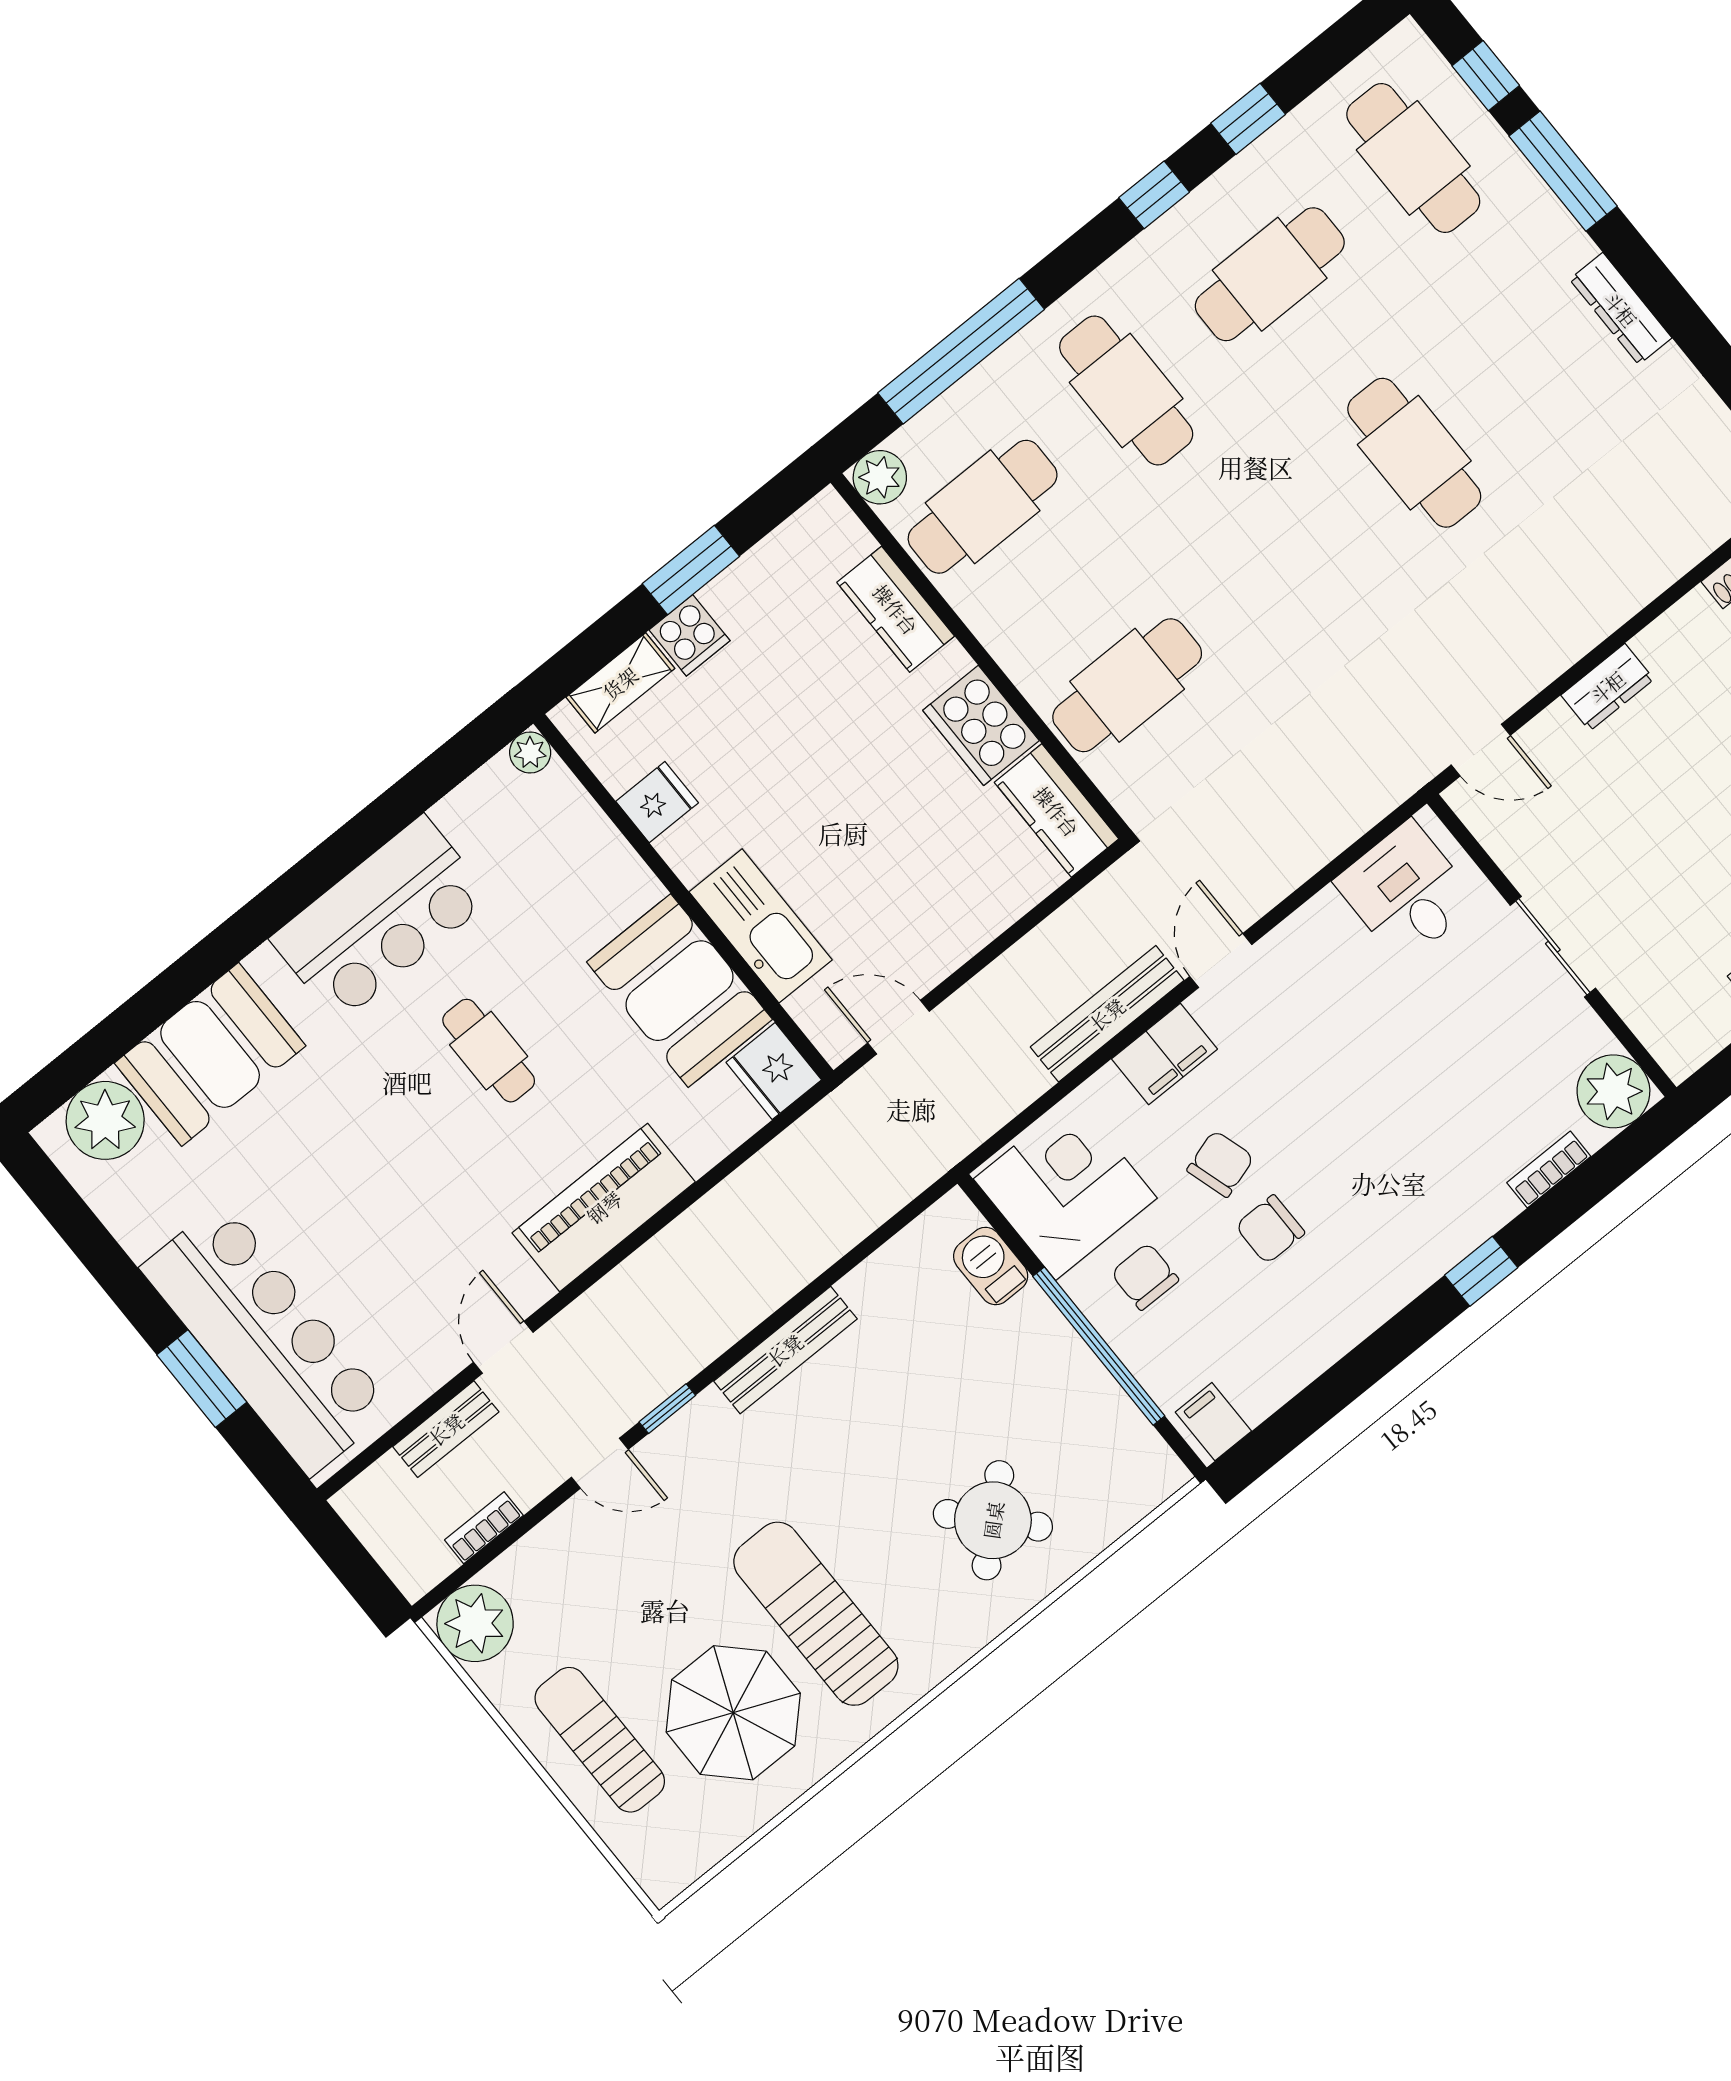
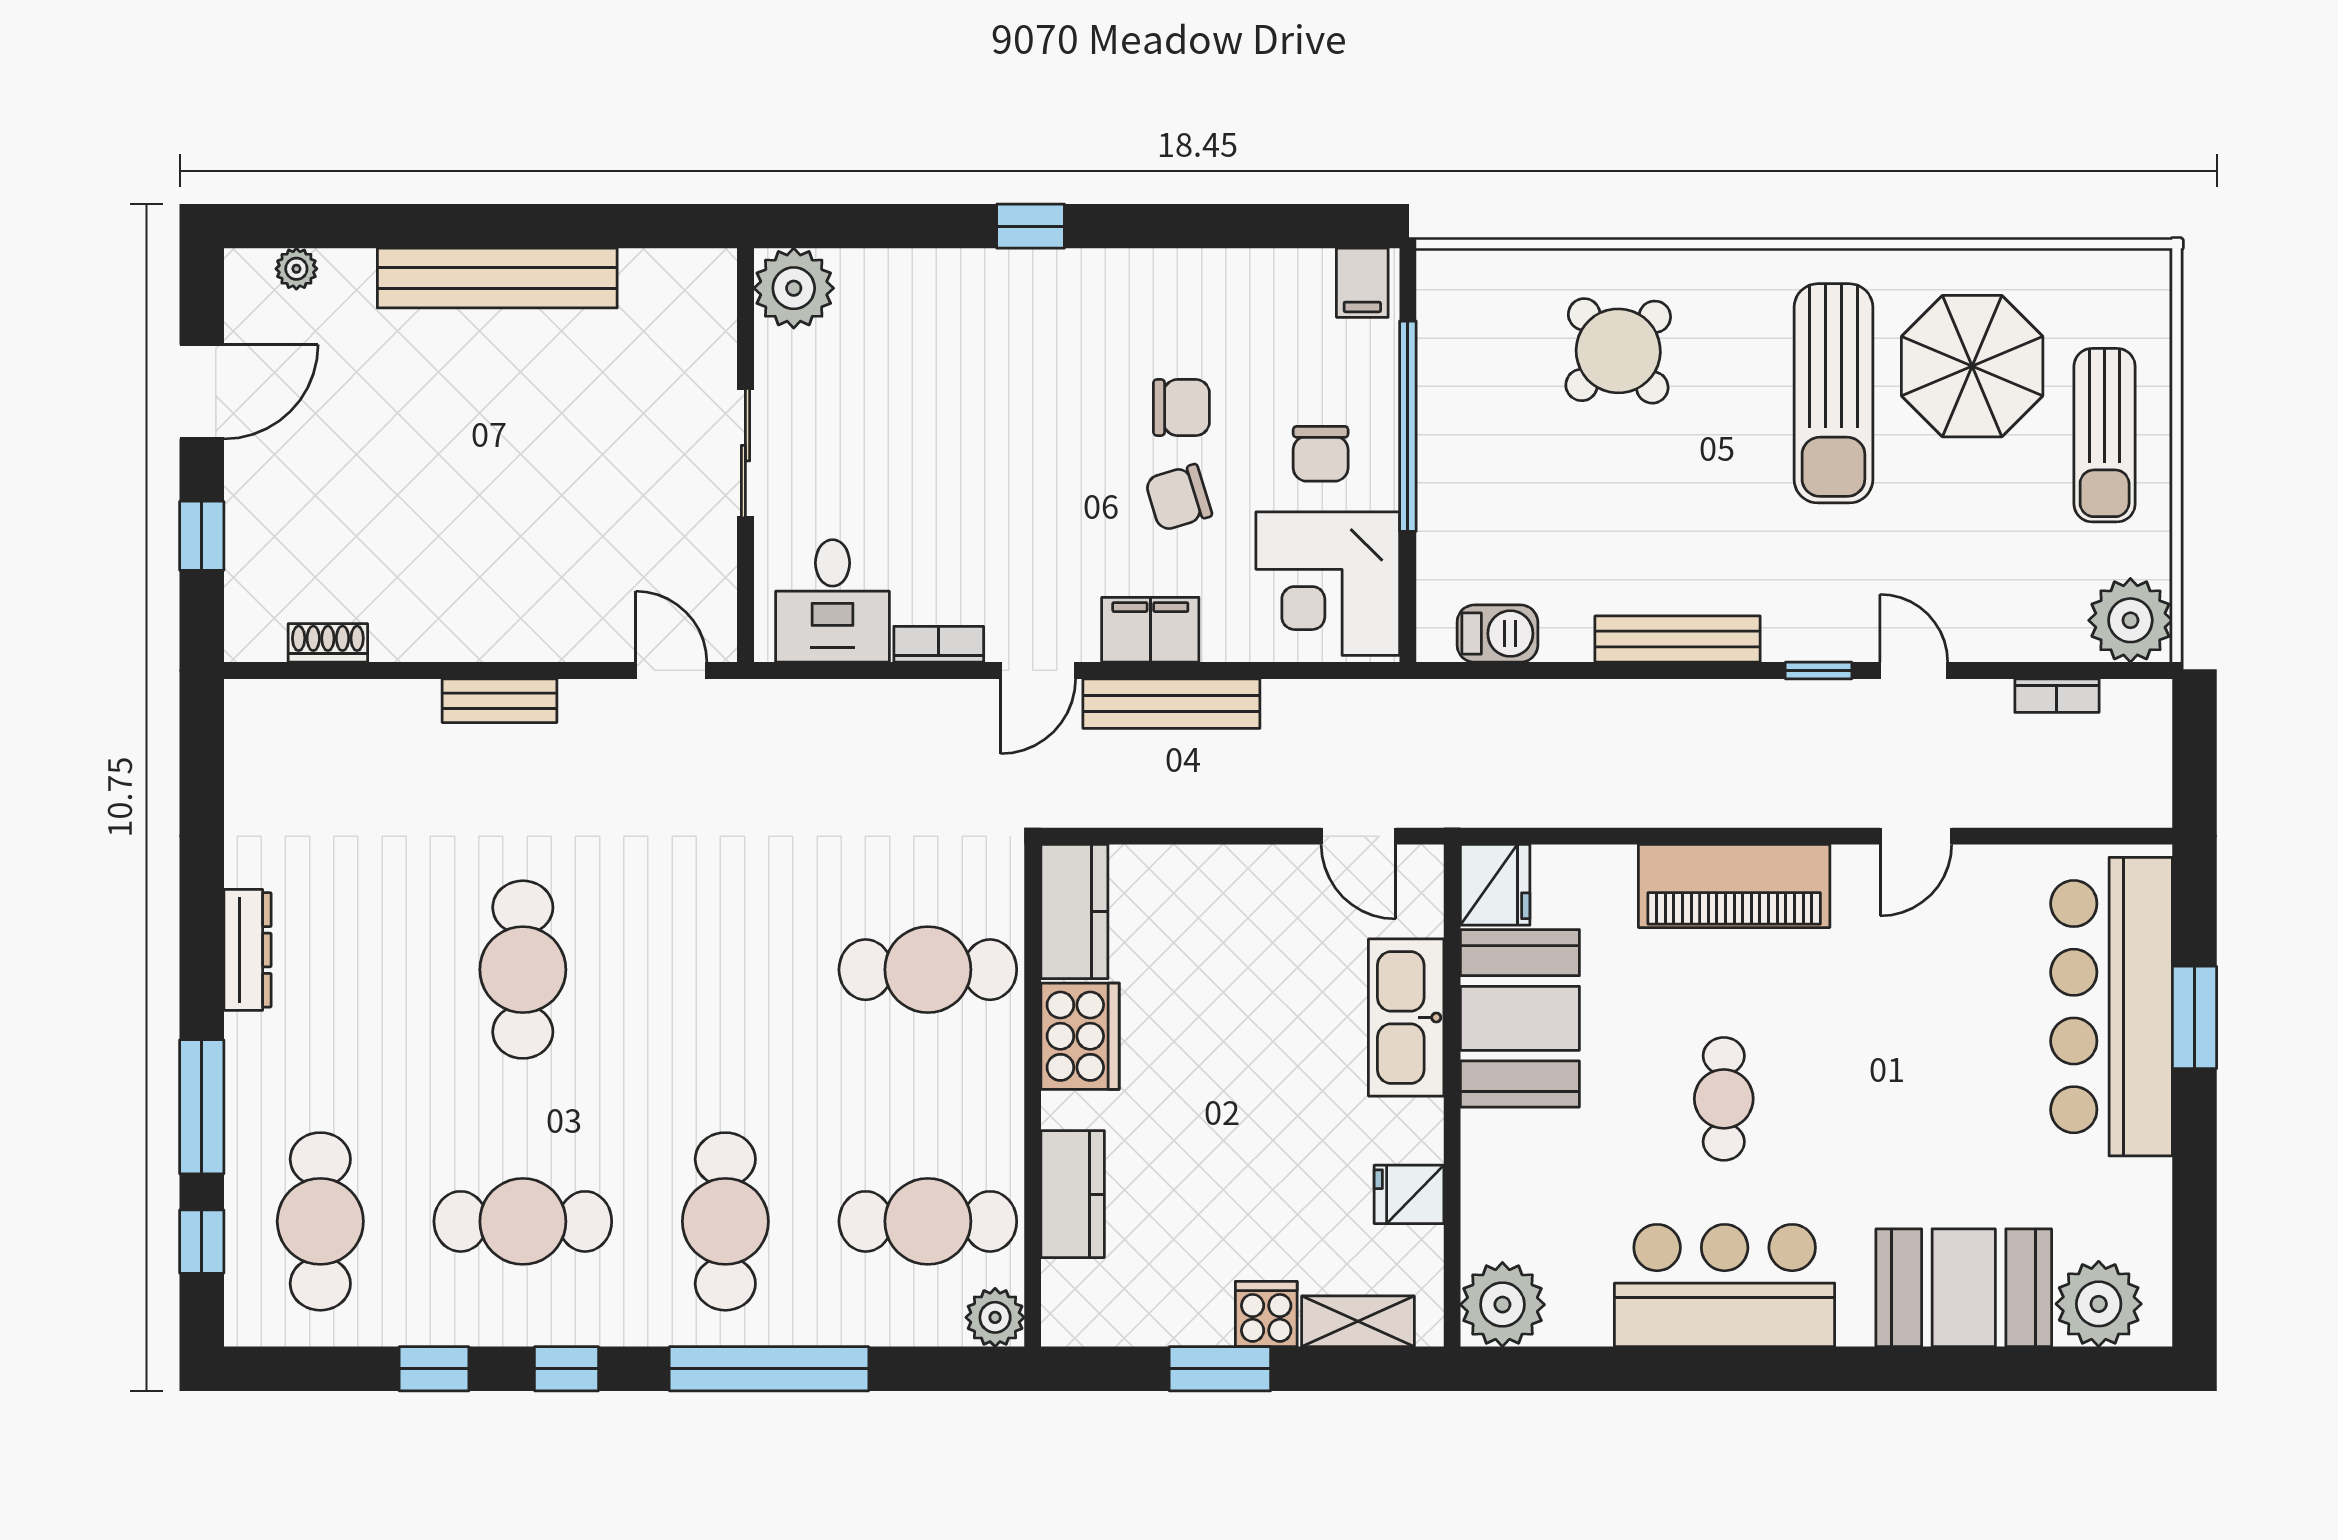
window: (961, 351) -> (769, 1369), moved
dresser: (1607, 687) -> (520, 637), removed
plant: (530, 752) -> (1502, 1305), width x1.88, depth x1.88
bookcase: (1549, 1169) -> (939, 644), moved, turned 180
barbecue: (991, 1266) -> (1497, 634), moved, turned -90
bench: (446, 1429) -> (499, 701), moved

